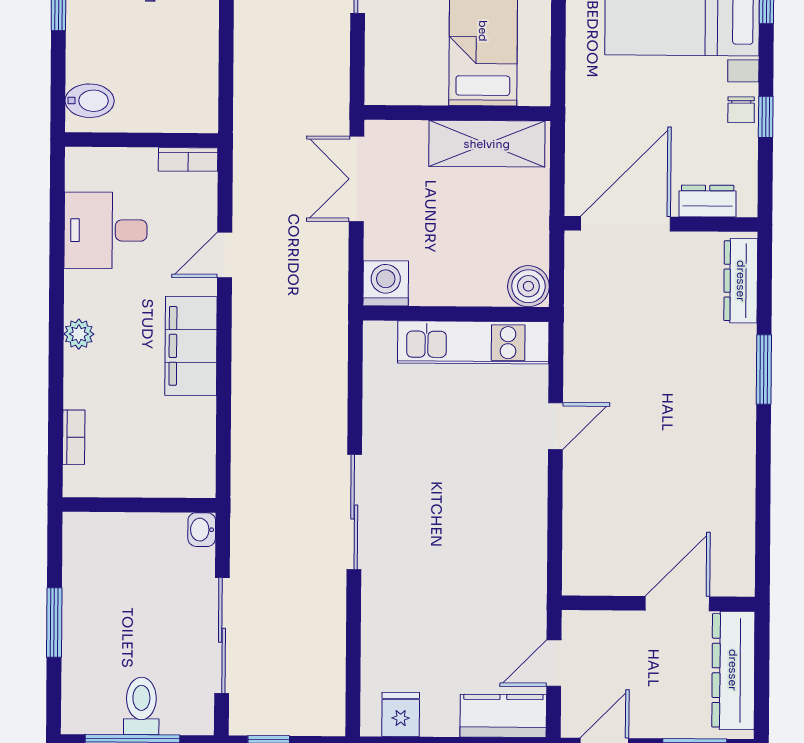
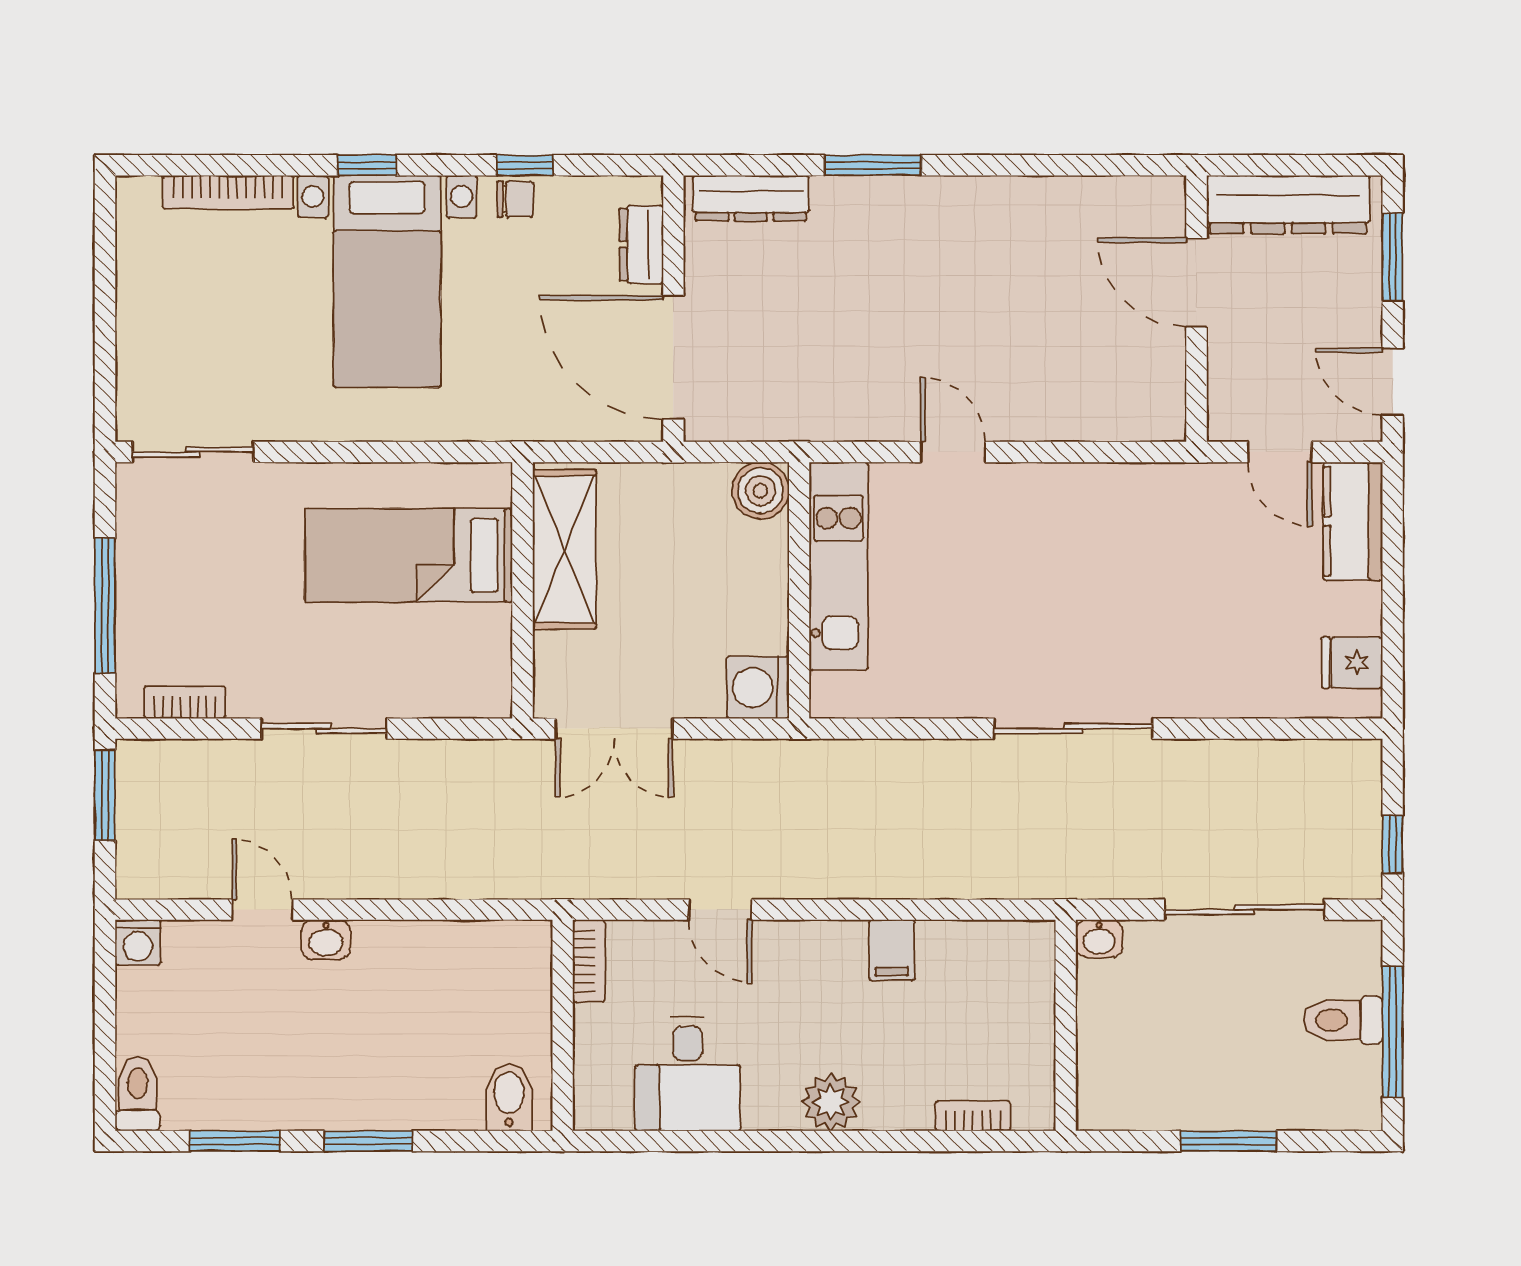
plant: (79, 334) -> (831, 1102), width x1.38, depth x1.38
filing cabinet: (191, 346) -> (892, 950), width x0.33, depth x0.86

